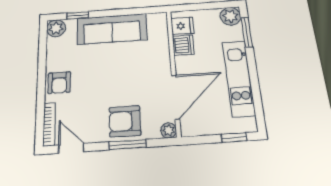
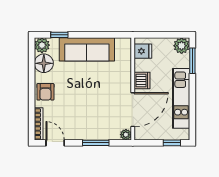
dishwasher: (183, 45) -> (142, 81), moved
floor lamp: (58, 49) -> (44, 63), added
armchair: (125, 121) -> (94, 126), removed

